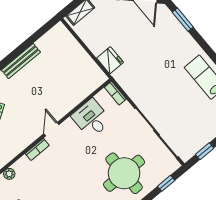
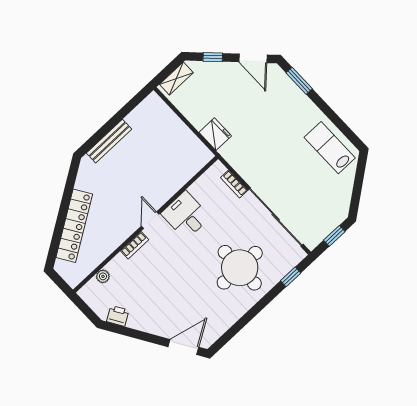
bookcase: (115, 93) -> (234, 184), moved
desk: (91, 119) -> (186, 215), moved

